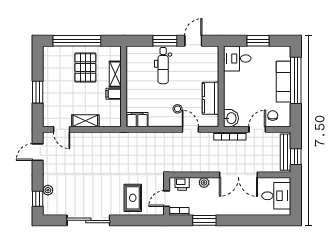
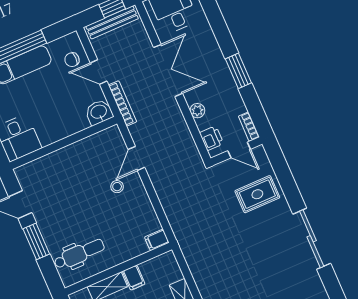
dental chair: (163, 66) -> (79, 254), moved
kitchen counter: (210, 98) -> (85, 150), removed
filing cabinet: (137, 120) -> (157, 240), width x0.50
window: (204, 220) -> (238, 71), moved

